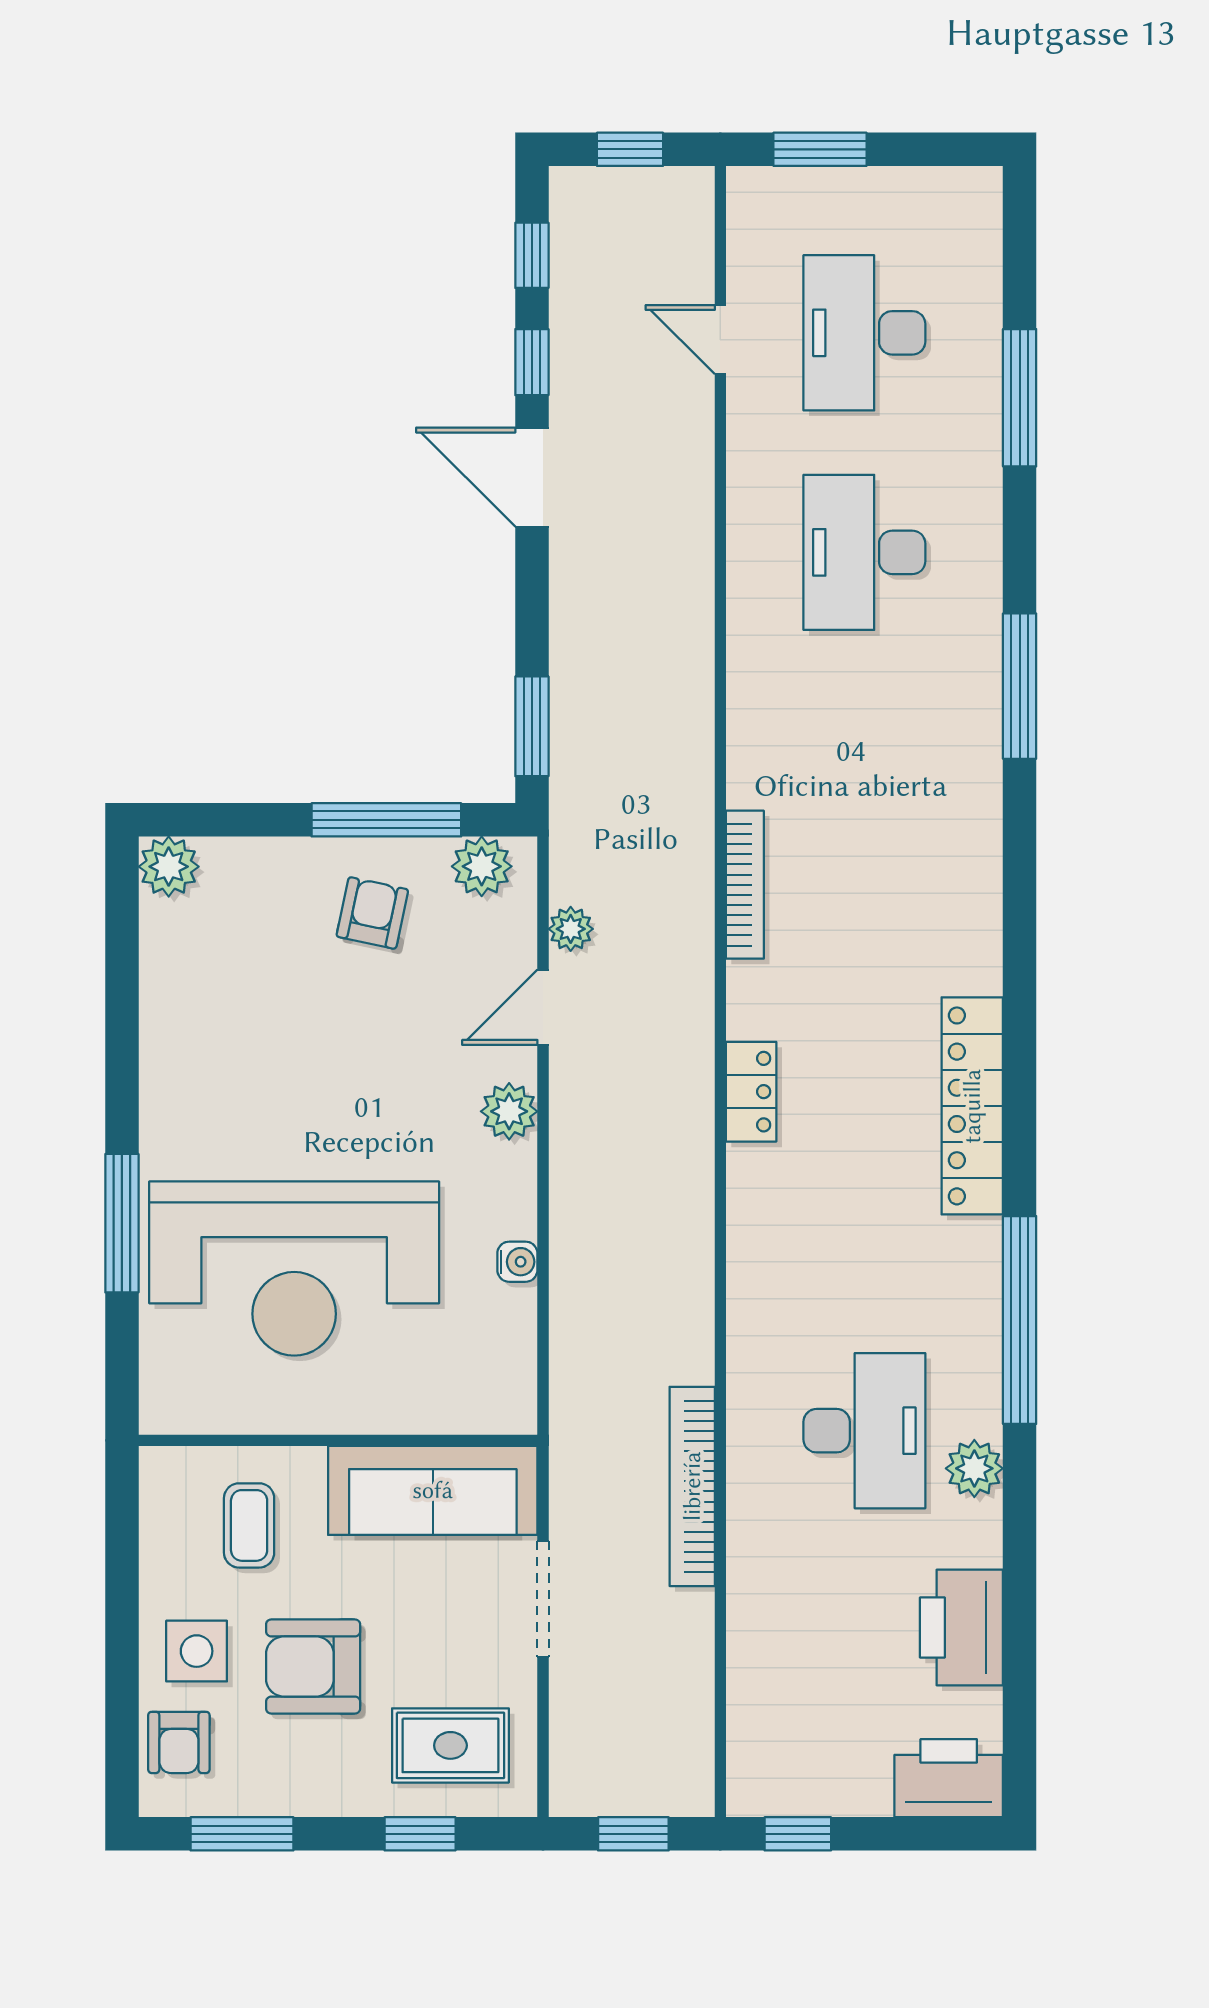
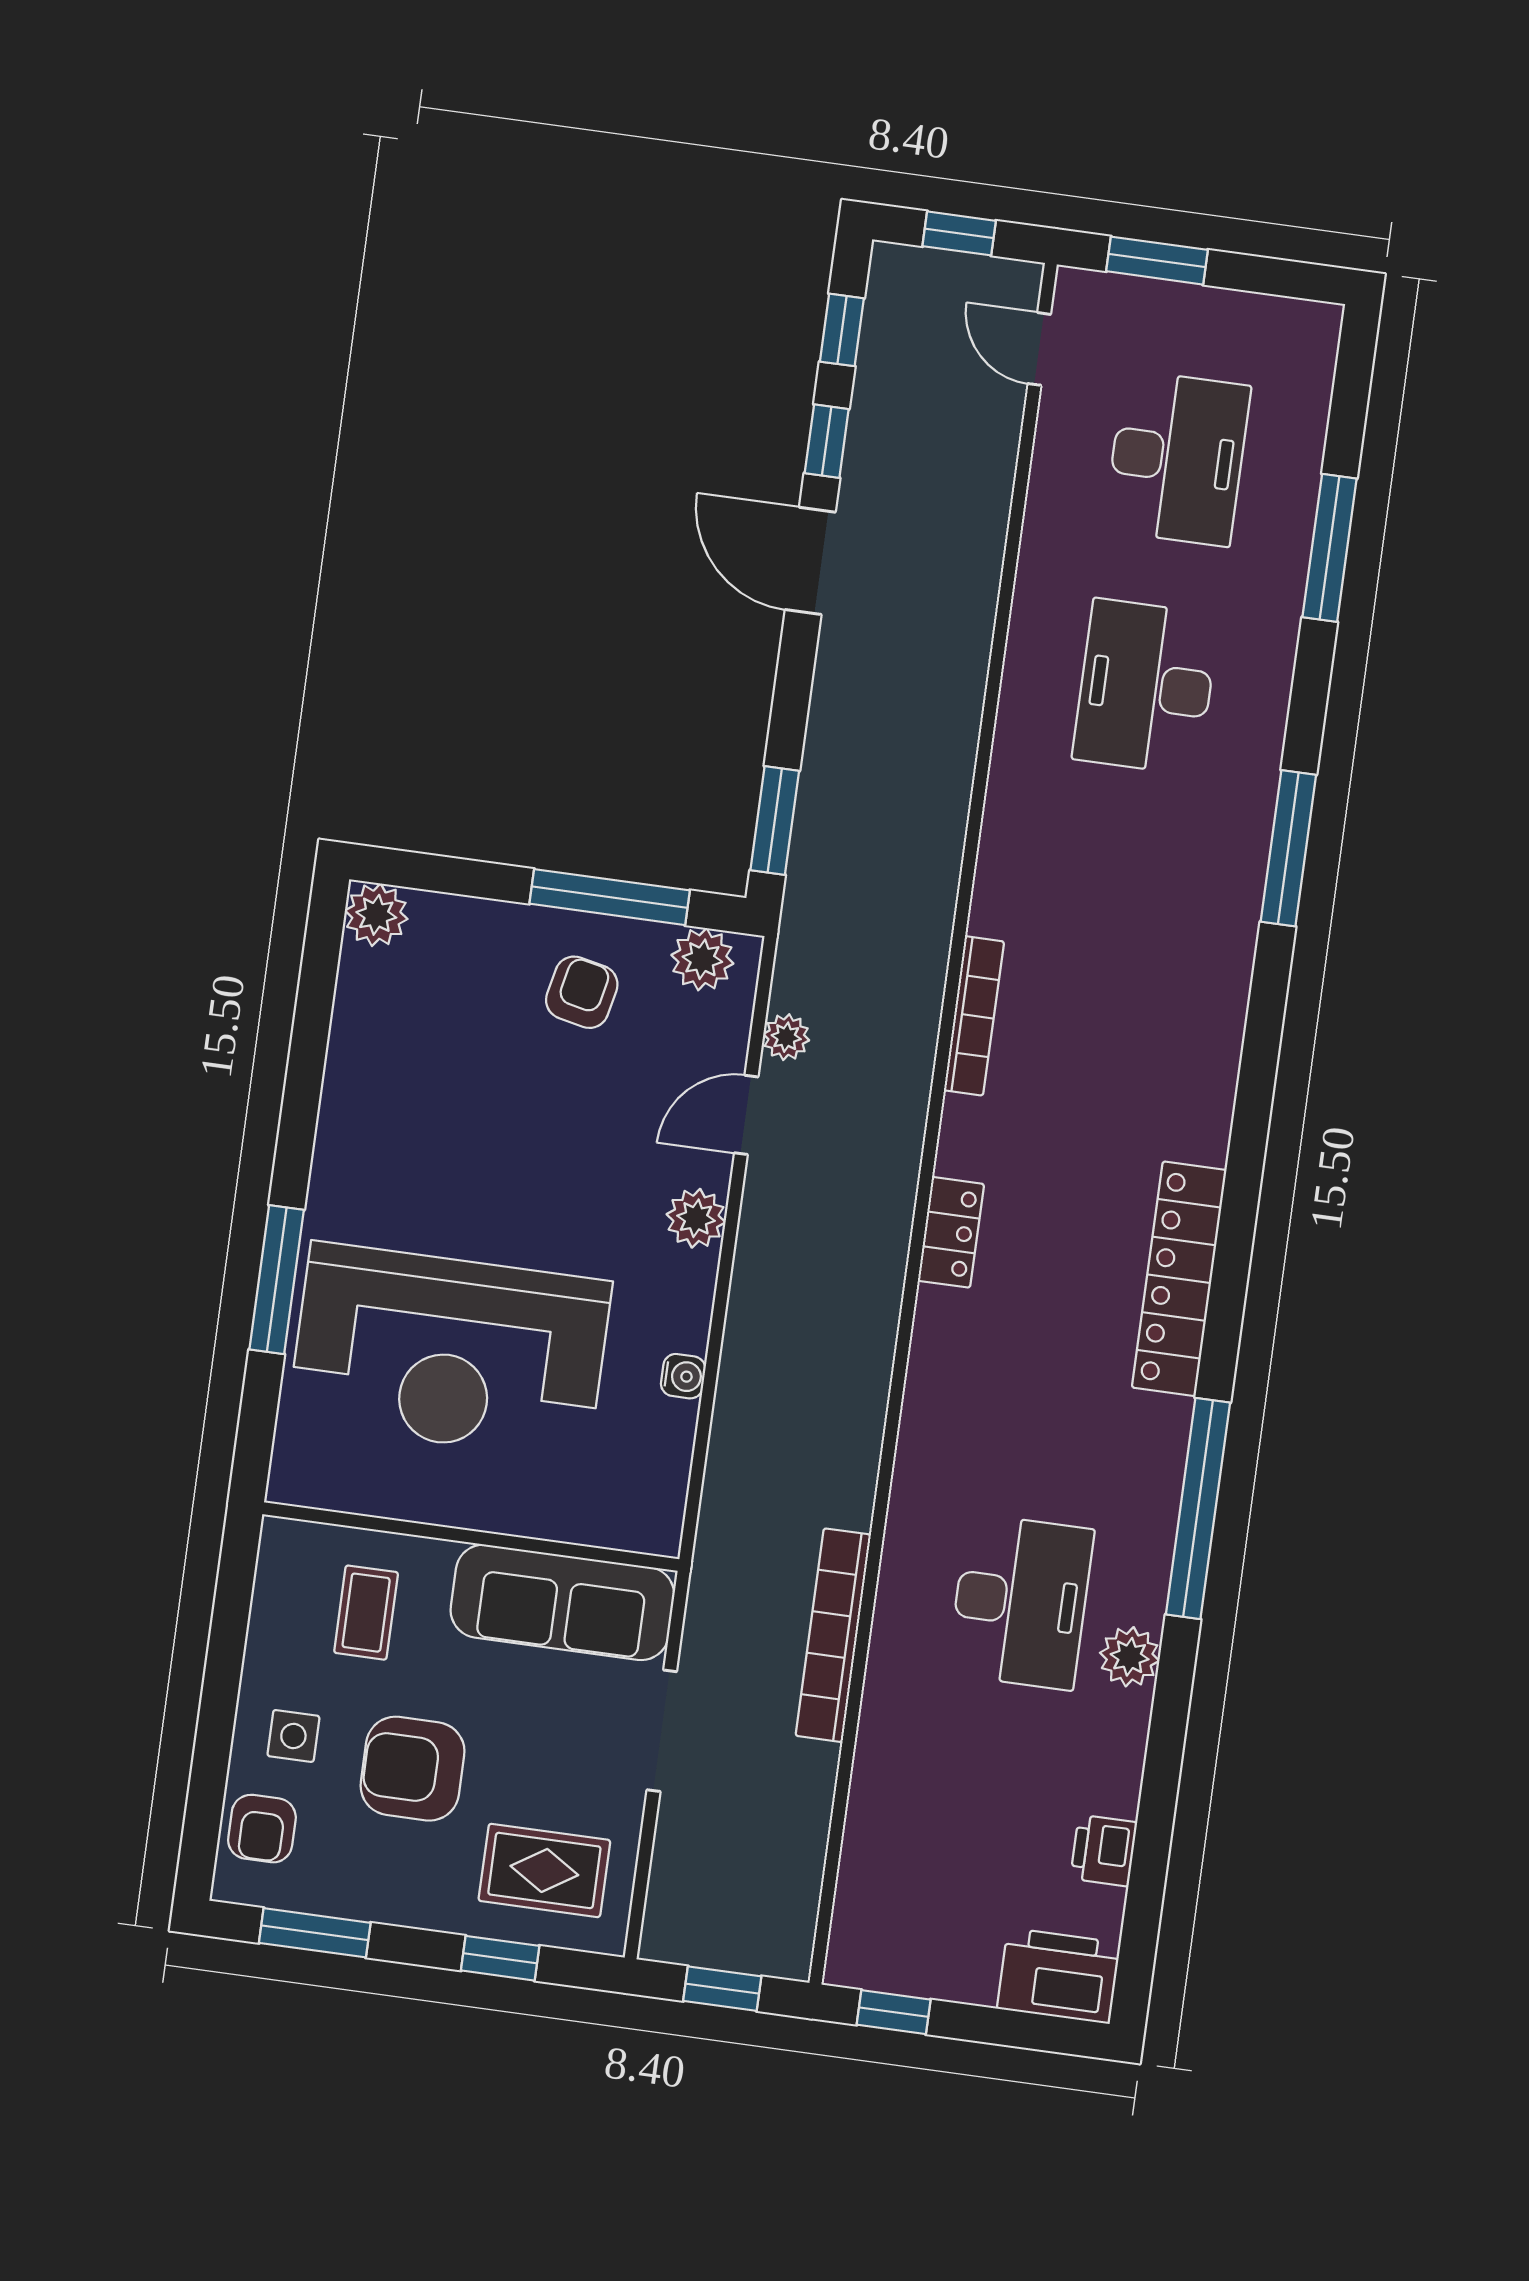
desk: (864, 333) -> (1177, 458), turned 180
door: (720, 340) -> (1039, 349), moved
printer: (961, 1628) -> (1104, 1851), width x0.53, depth x0.68
side table: (197, 1651) -> (293, 1736), width x0.73, depth x0.73

